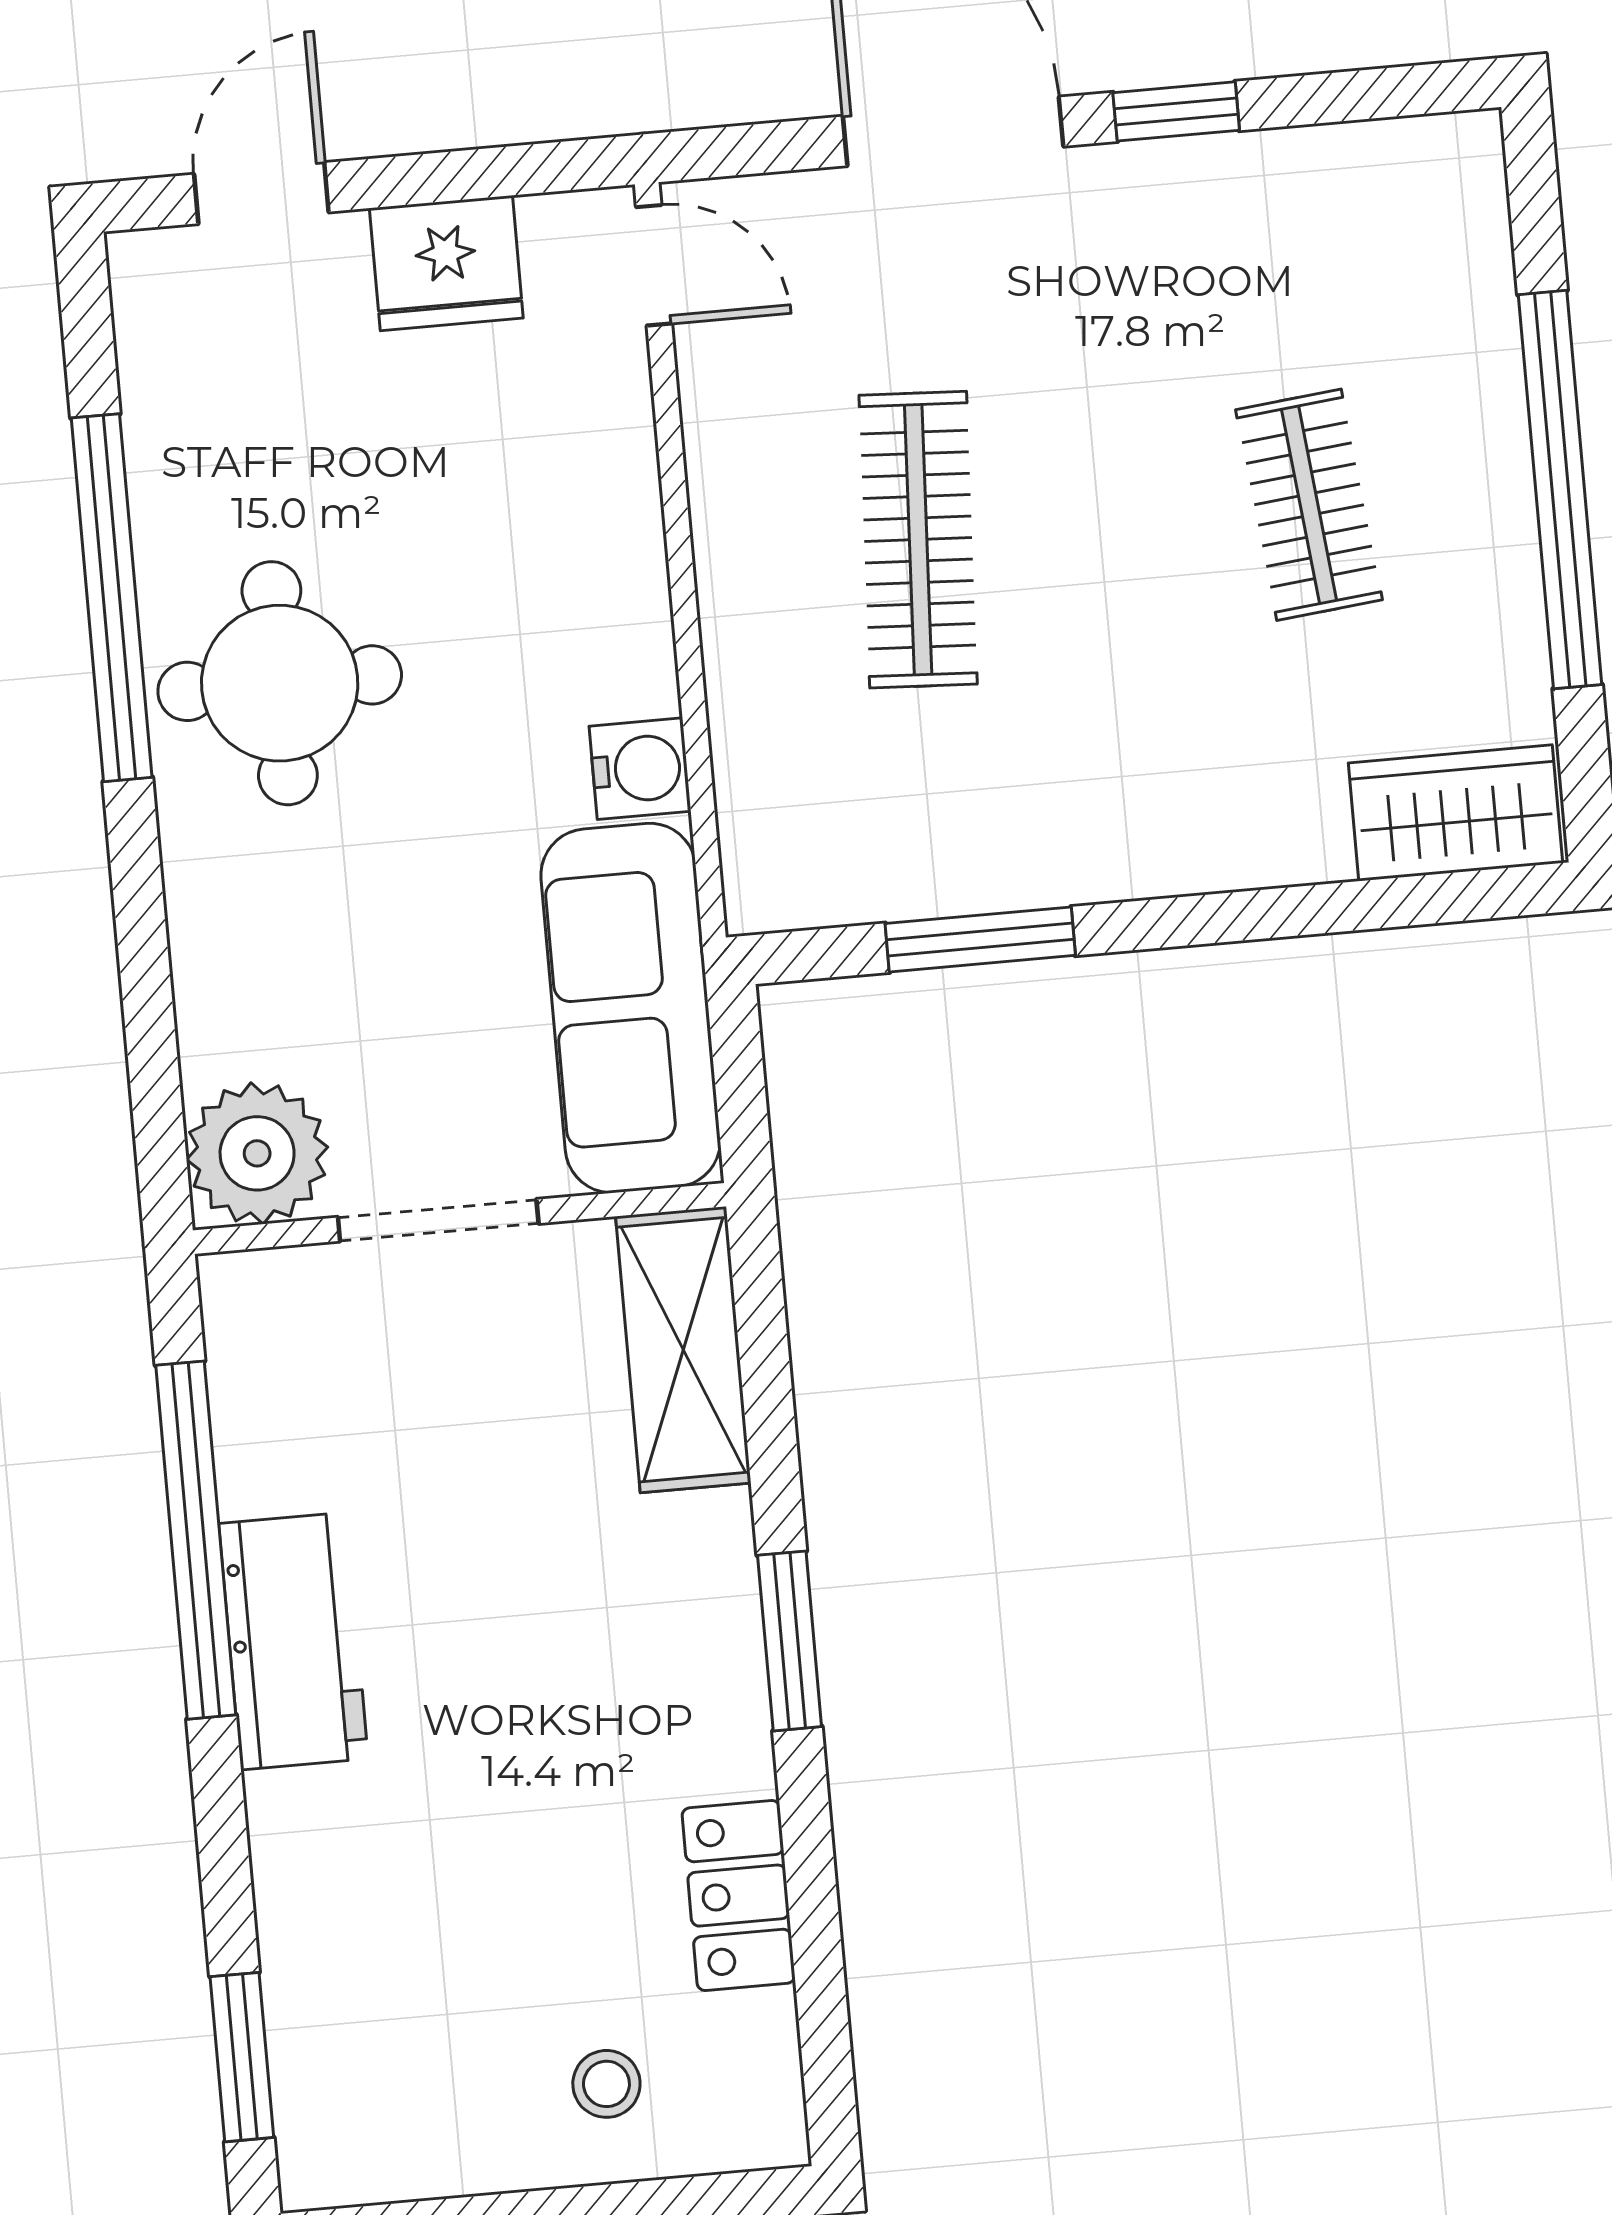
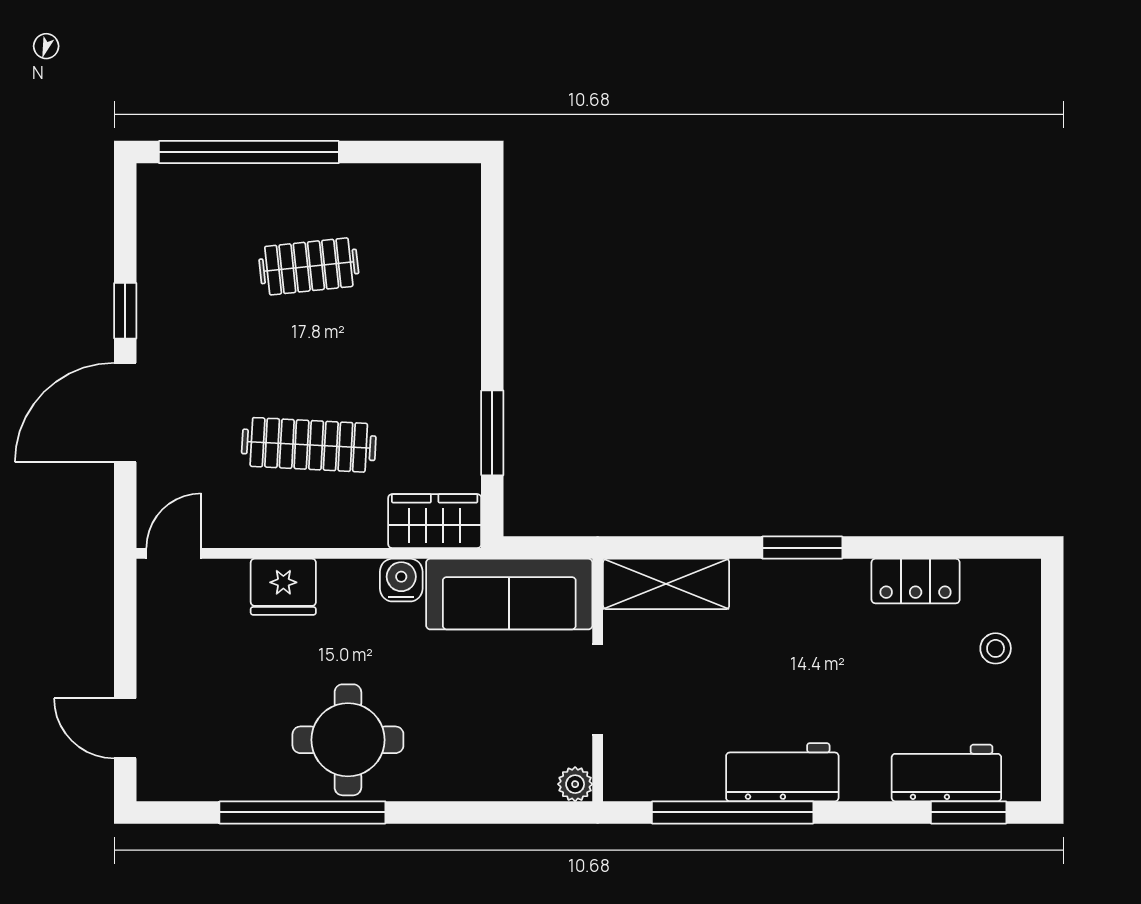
fridge: (446, 263) -> (283, 587), moved, turned 90
window: (1560, 490) -> (249, 152), moved
wardrobe: (1456, 813) -> (435, 521), moved, turned 90
plant: (257, 1153) -> (575, 784), width x0.53, depth x0.53
workbench: (324, 2001) -> (946, 773), added

